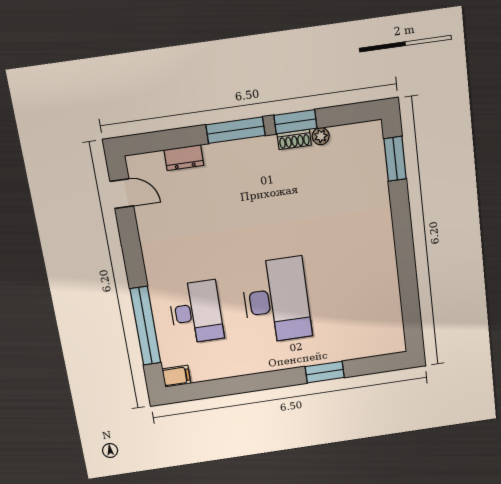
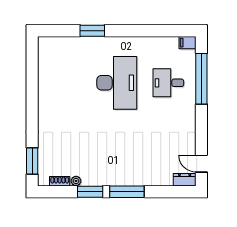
shoe rack: (294, 139) -> (60, 181), moved
dresser: (184, 158) -> (185, 180), moved
desk: (276, 301) -> (117, 83), turned 180
desk: (196, 312) -> (168, 83), width x0.73

